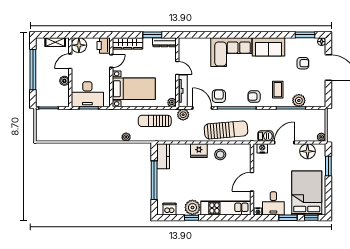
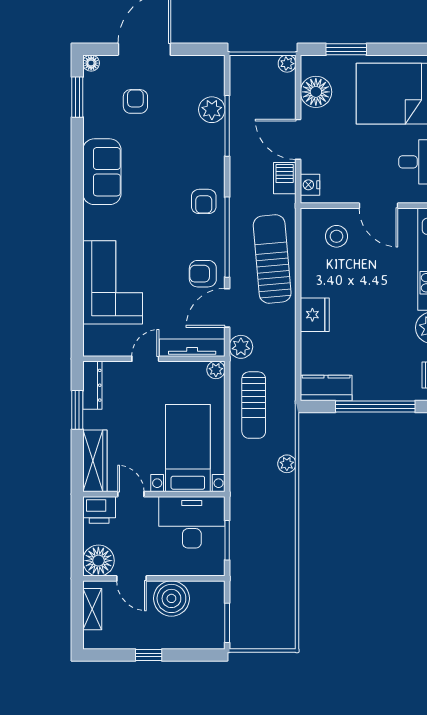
corner sofa: (231, 52) -> (113, 282), moved
window: (33, 70) -> (149, 655), width x0.32
boiler: (64, 81) -> (171, 598), width x1.86, depth x1.86
coffee table: (278, 90) -> (190, 153), removed
desk: (87, 94) -> (192, 522), moved, turned -90
stool: (220, 155) -> (337, 236), moved

